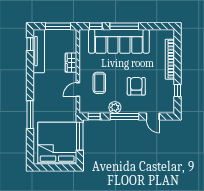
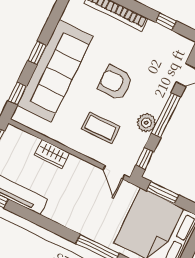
window: (124, 26) -> (37, 53), width x0.46
armchair: (136, 86) -> (115, 83), moved
door: (78, 90) -> (114, 172), moved
window: (80, 136) -> (163, 193), width x0.69

